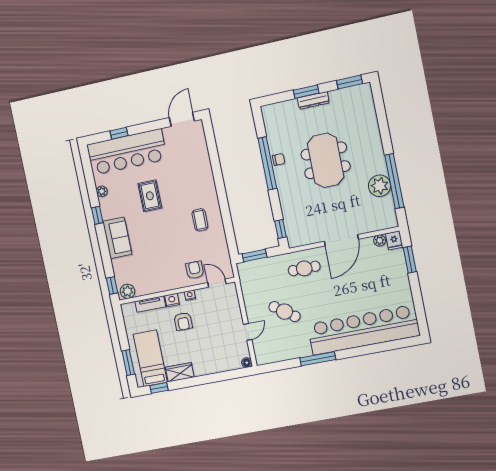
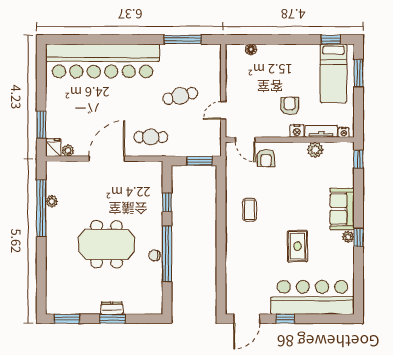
dresser: (313, 100) -> (112, 308), width x0.70
window: (119, 133) -> (285, 319), moved
meeting table: (326, 160) -> (107, 244), turned 90
plant: (380, 186) -> (52, 201), width x0.53, depth x0.53
plant: (102, 191) -> (348, 237), moved
window: (281, 229) -> (167, 203), moved
plant: (127, 291) -> (315, 150), moved
nightstand: (190, 295) -> (344, 132), moved
cafe table: (285, 312) -> (180, 96), turned -49
door: (248, 332) -> (223, 110), moved
window: (318, 359) -> (183, 40), moved
floor lamp: (247, 363) -> (251, 49), moved
wardrobe: (180, 372) -> (305, 52), removed

